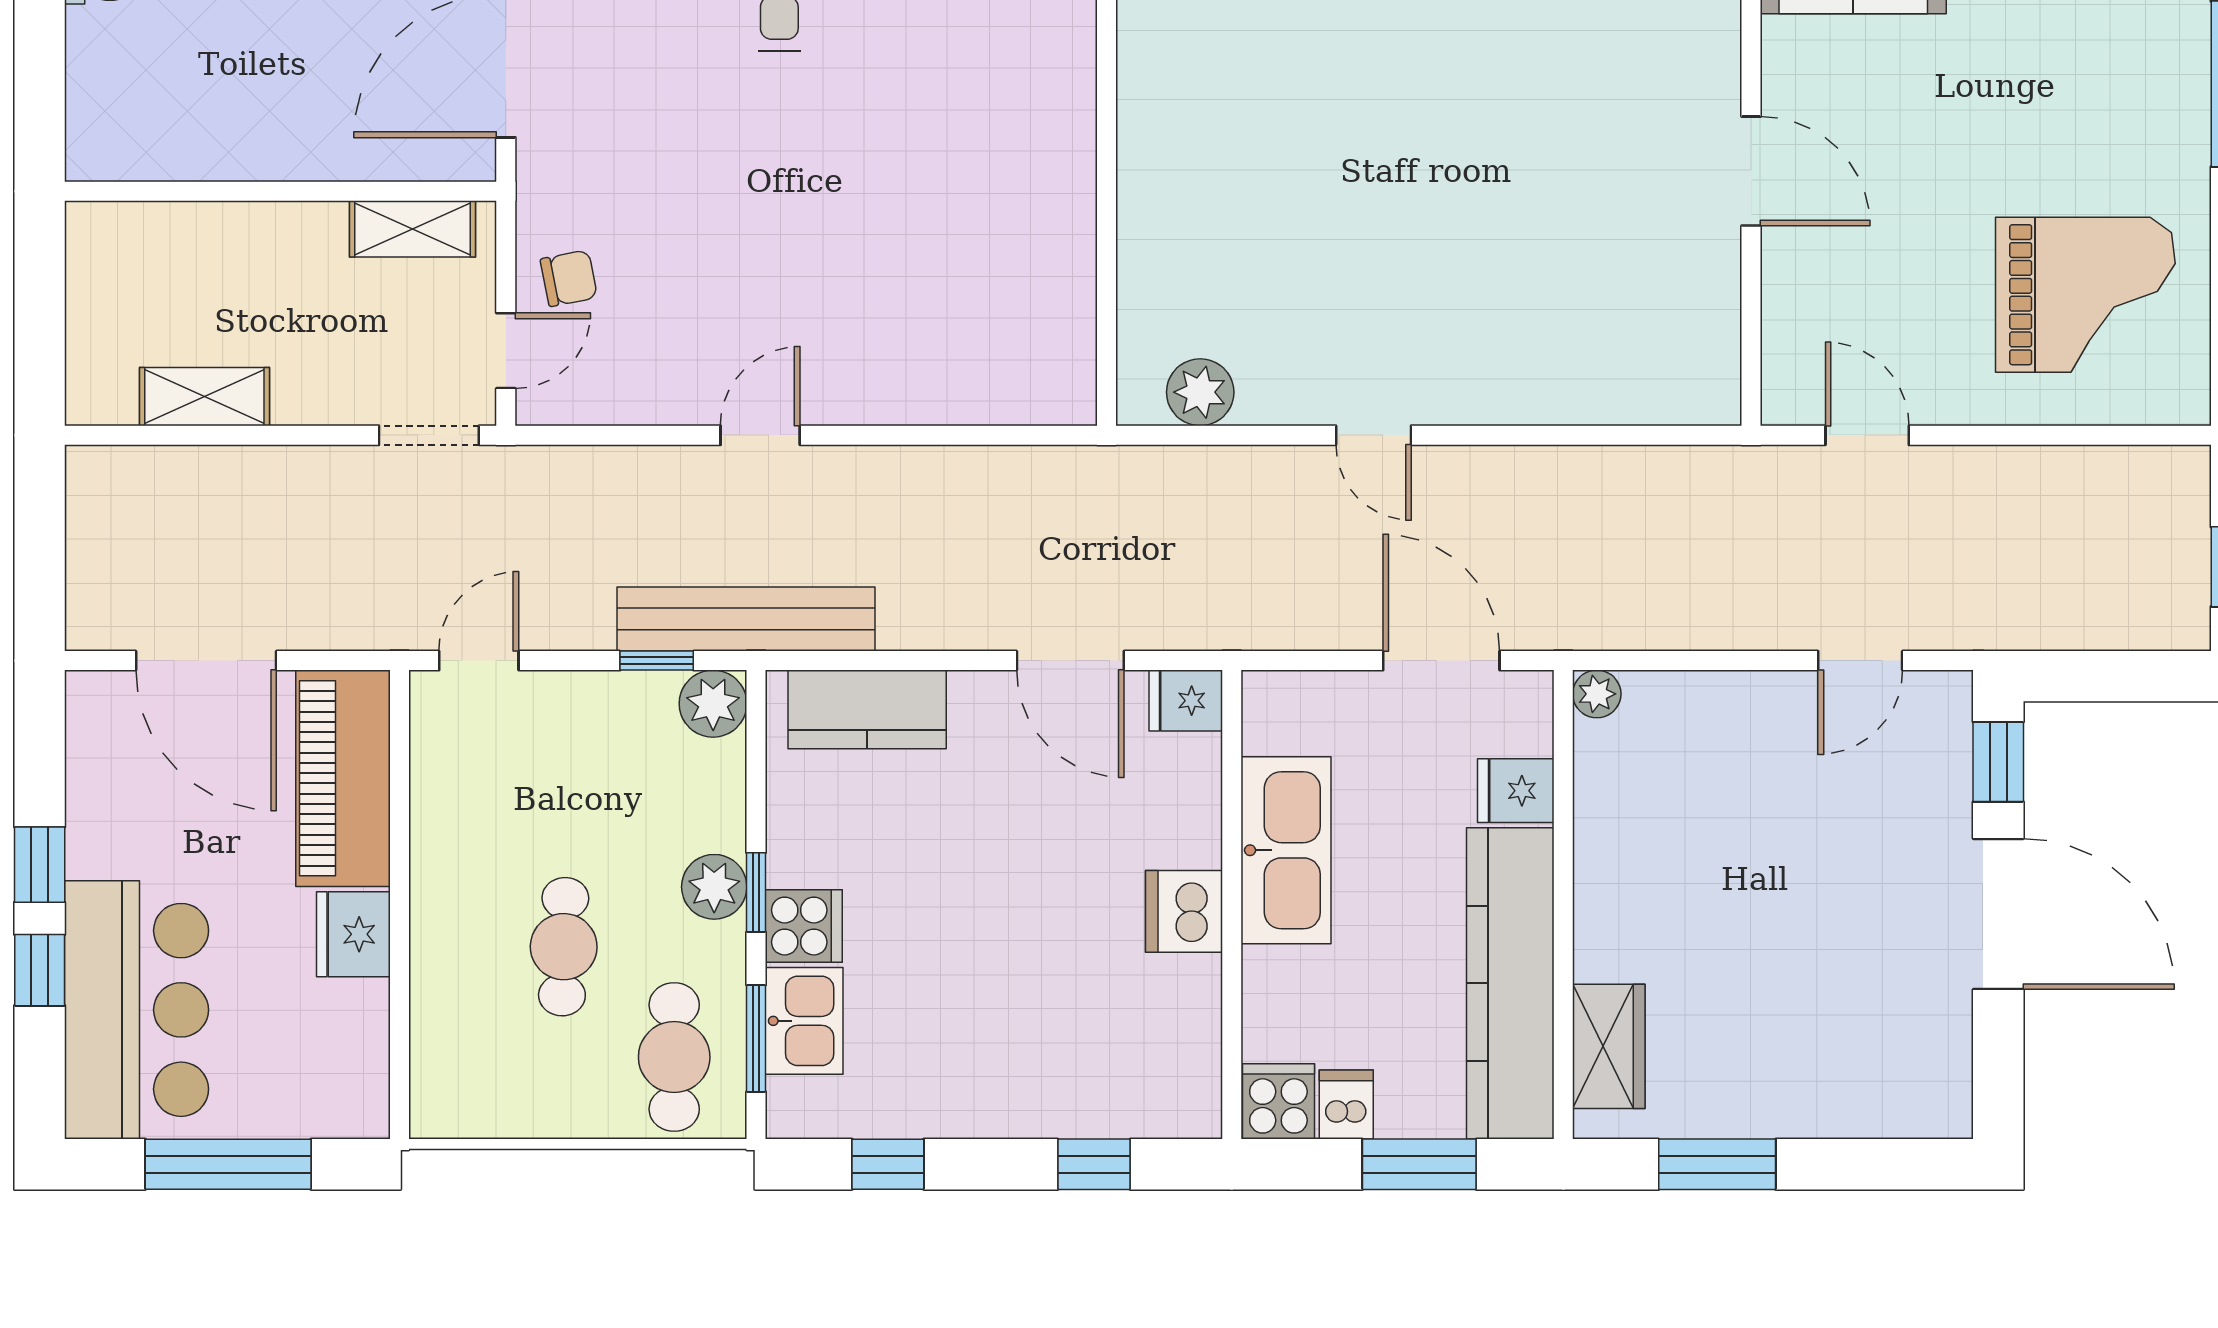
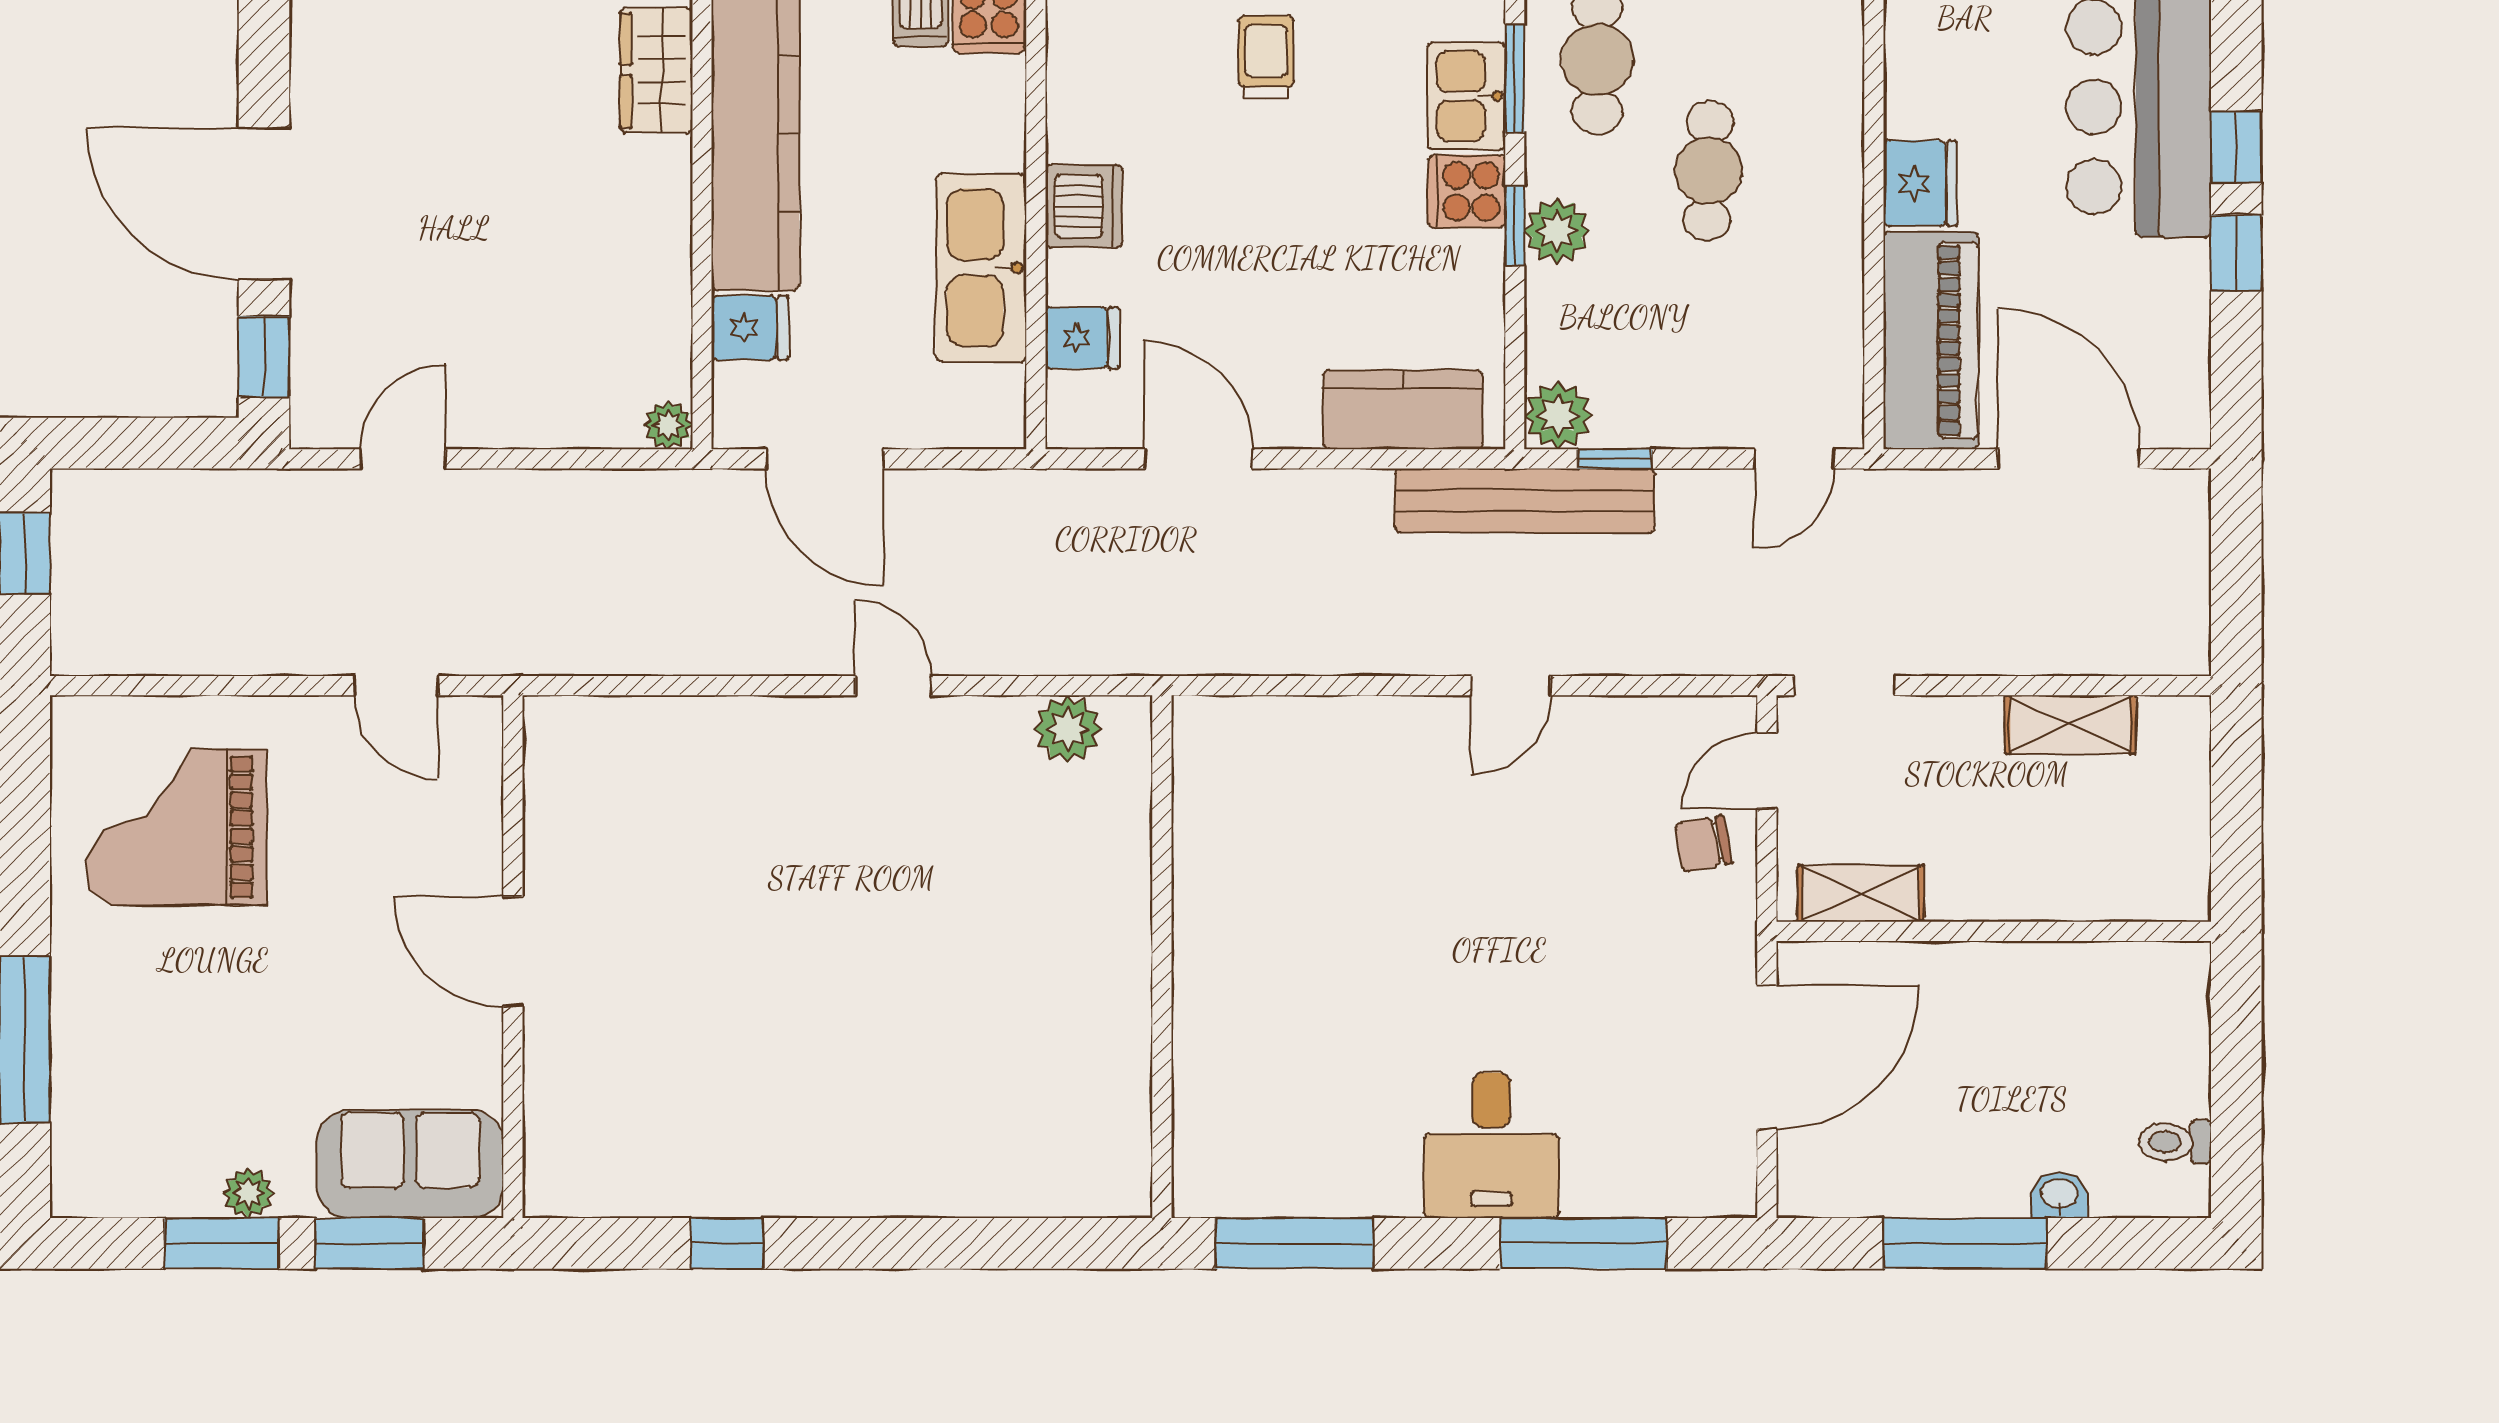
fridge: (1186, 701) -> (1082, 338), moved
trolley: (1003, 1059) -> (1266, 57), added

